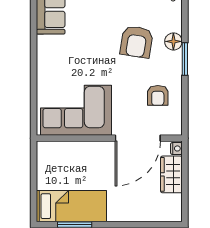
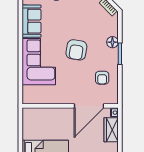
armchair: (137, 42) -> (76, 50), moved
corner sofa: (76, 110) -> (39, 62), moved, turned 90

